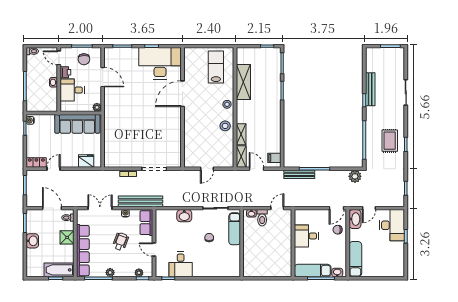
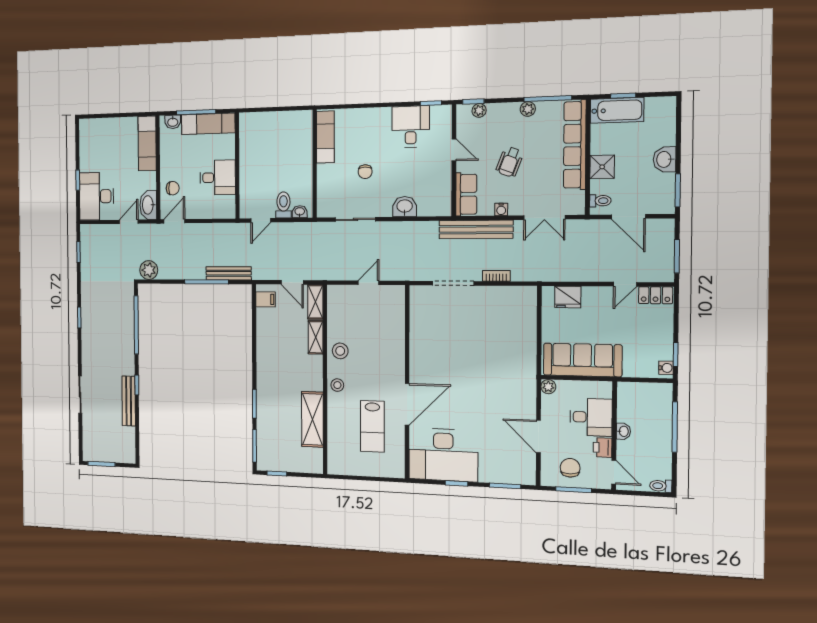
lab bench: (216, 67) -> (372, 426), moved
rug: (390, 141) -> (101, 323), removed
exam couch: (235, 229) -> (325, 137), moved

